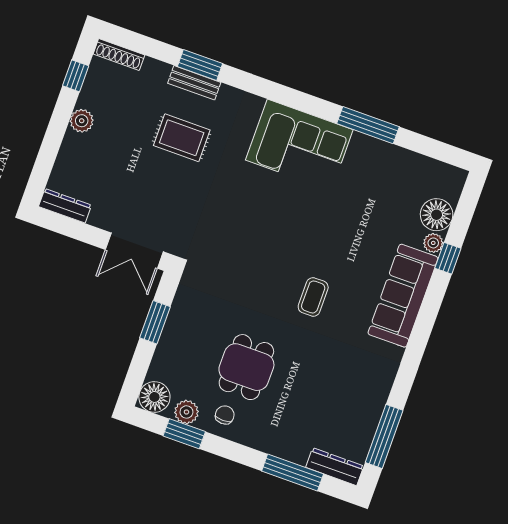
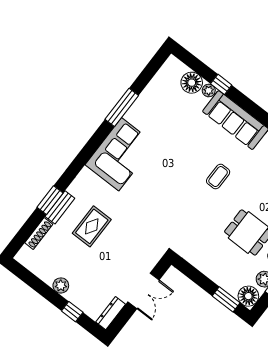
shoe rack: (119, 55) -> (39, 234), moved
window: (76, 76) -> (72, 312), moved
double door: (134, 251) -> (143, 291), moved
coffee table: (313, 297) -> (218, 177), turned 90
window: (155, 322) -> (226, 299), moved

